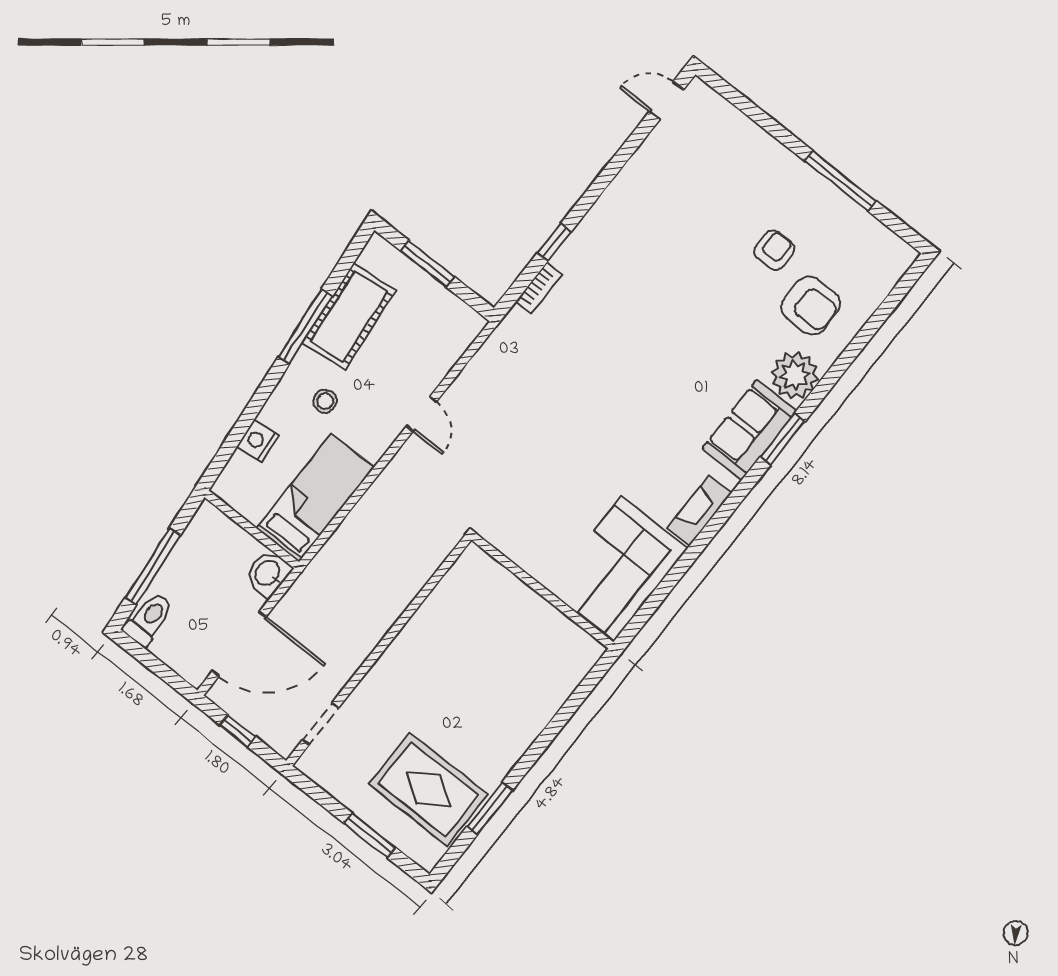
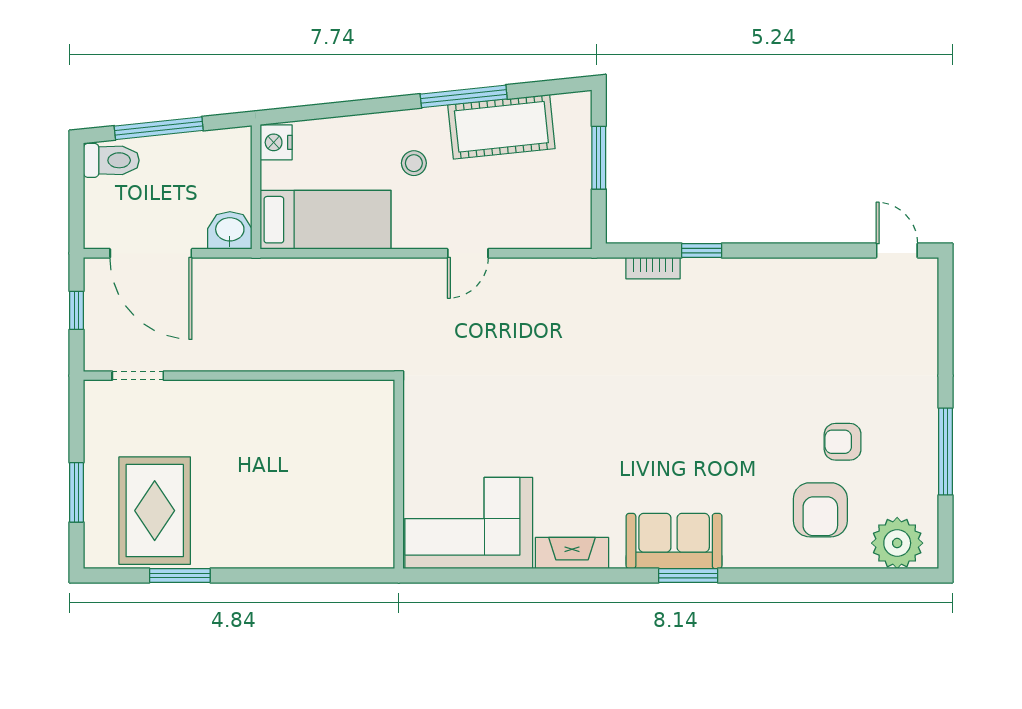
armchair: (774, 250) -> (843, 442), turned 180
plant: (795, 375) -> (897, 543), moved
nightstand: (258, 441) -> (276, 142), moved, turned -84

